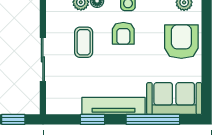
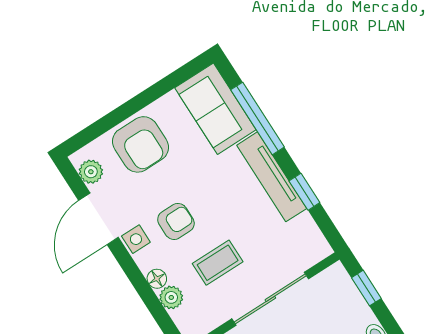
armchair: (181, 42) -> (141, 144), turned -90
sliding door: (43, 59) -> (270, 299), width x1.37

